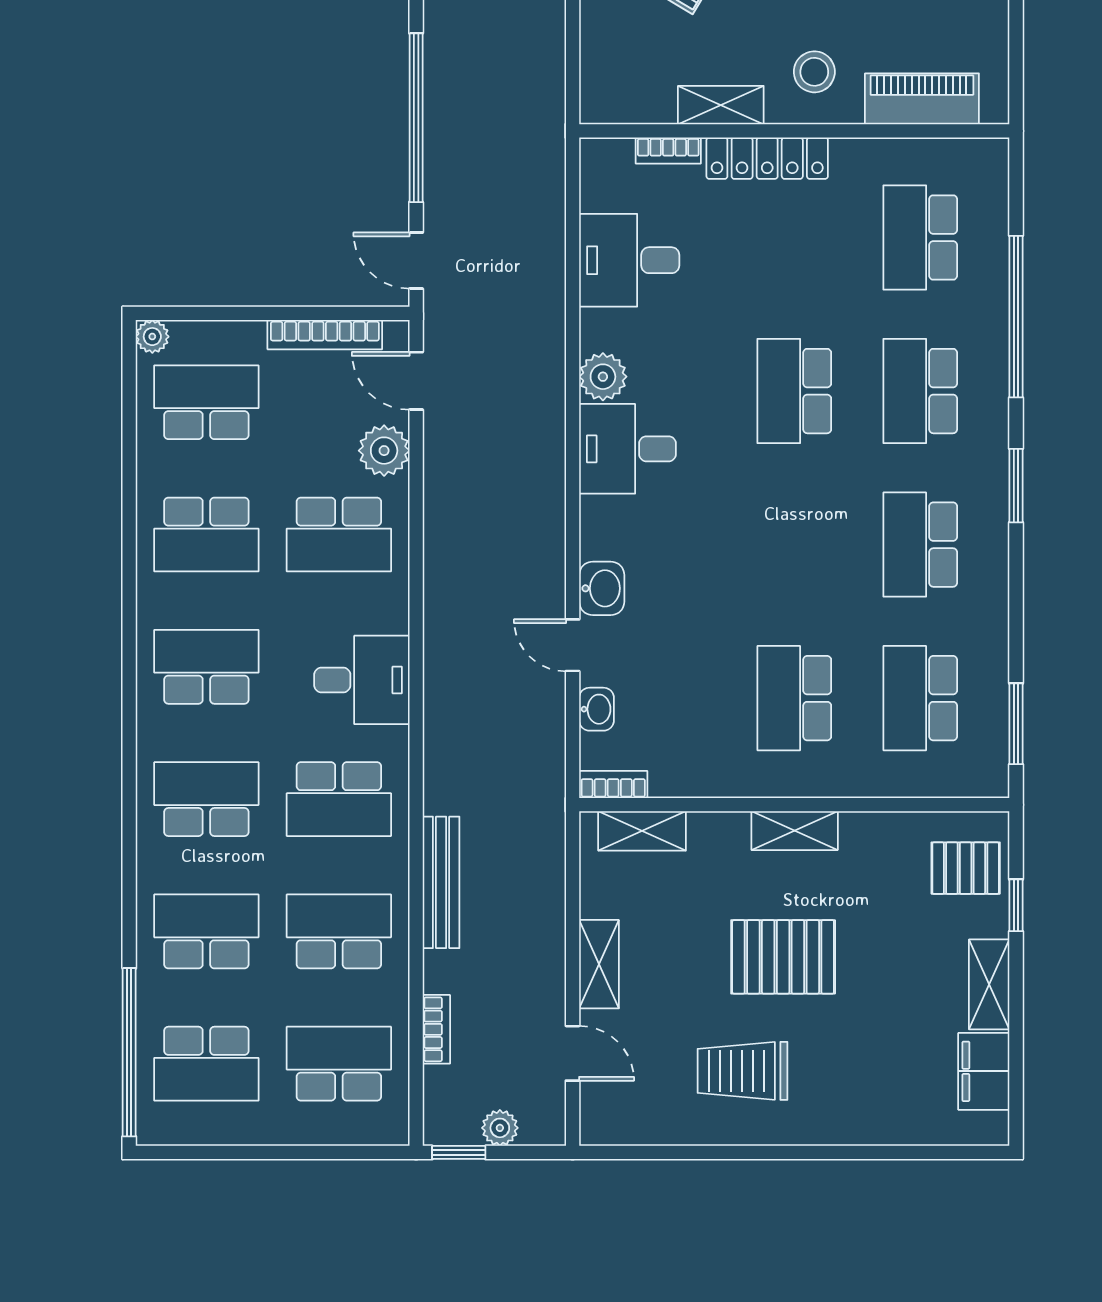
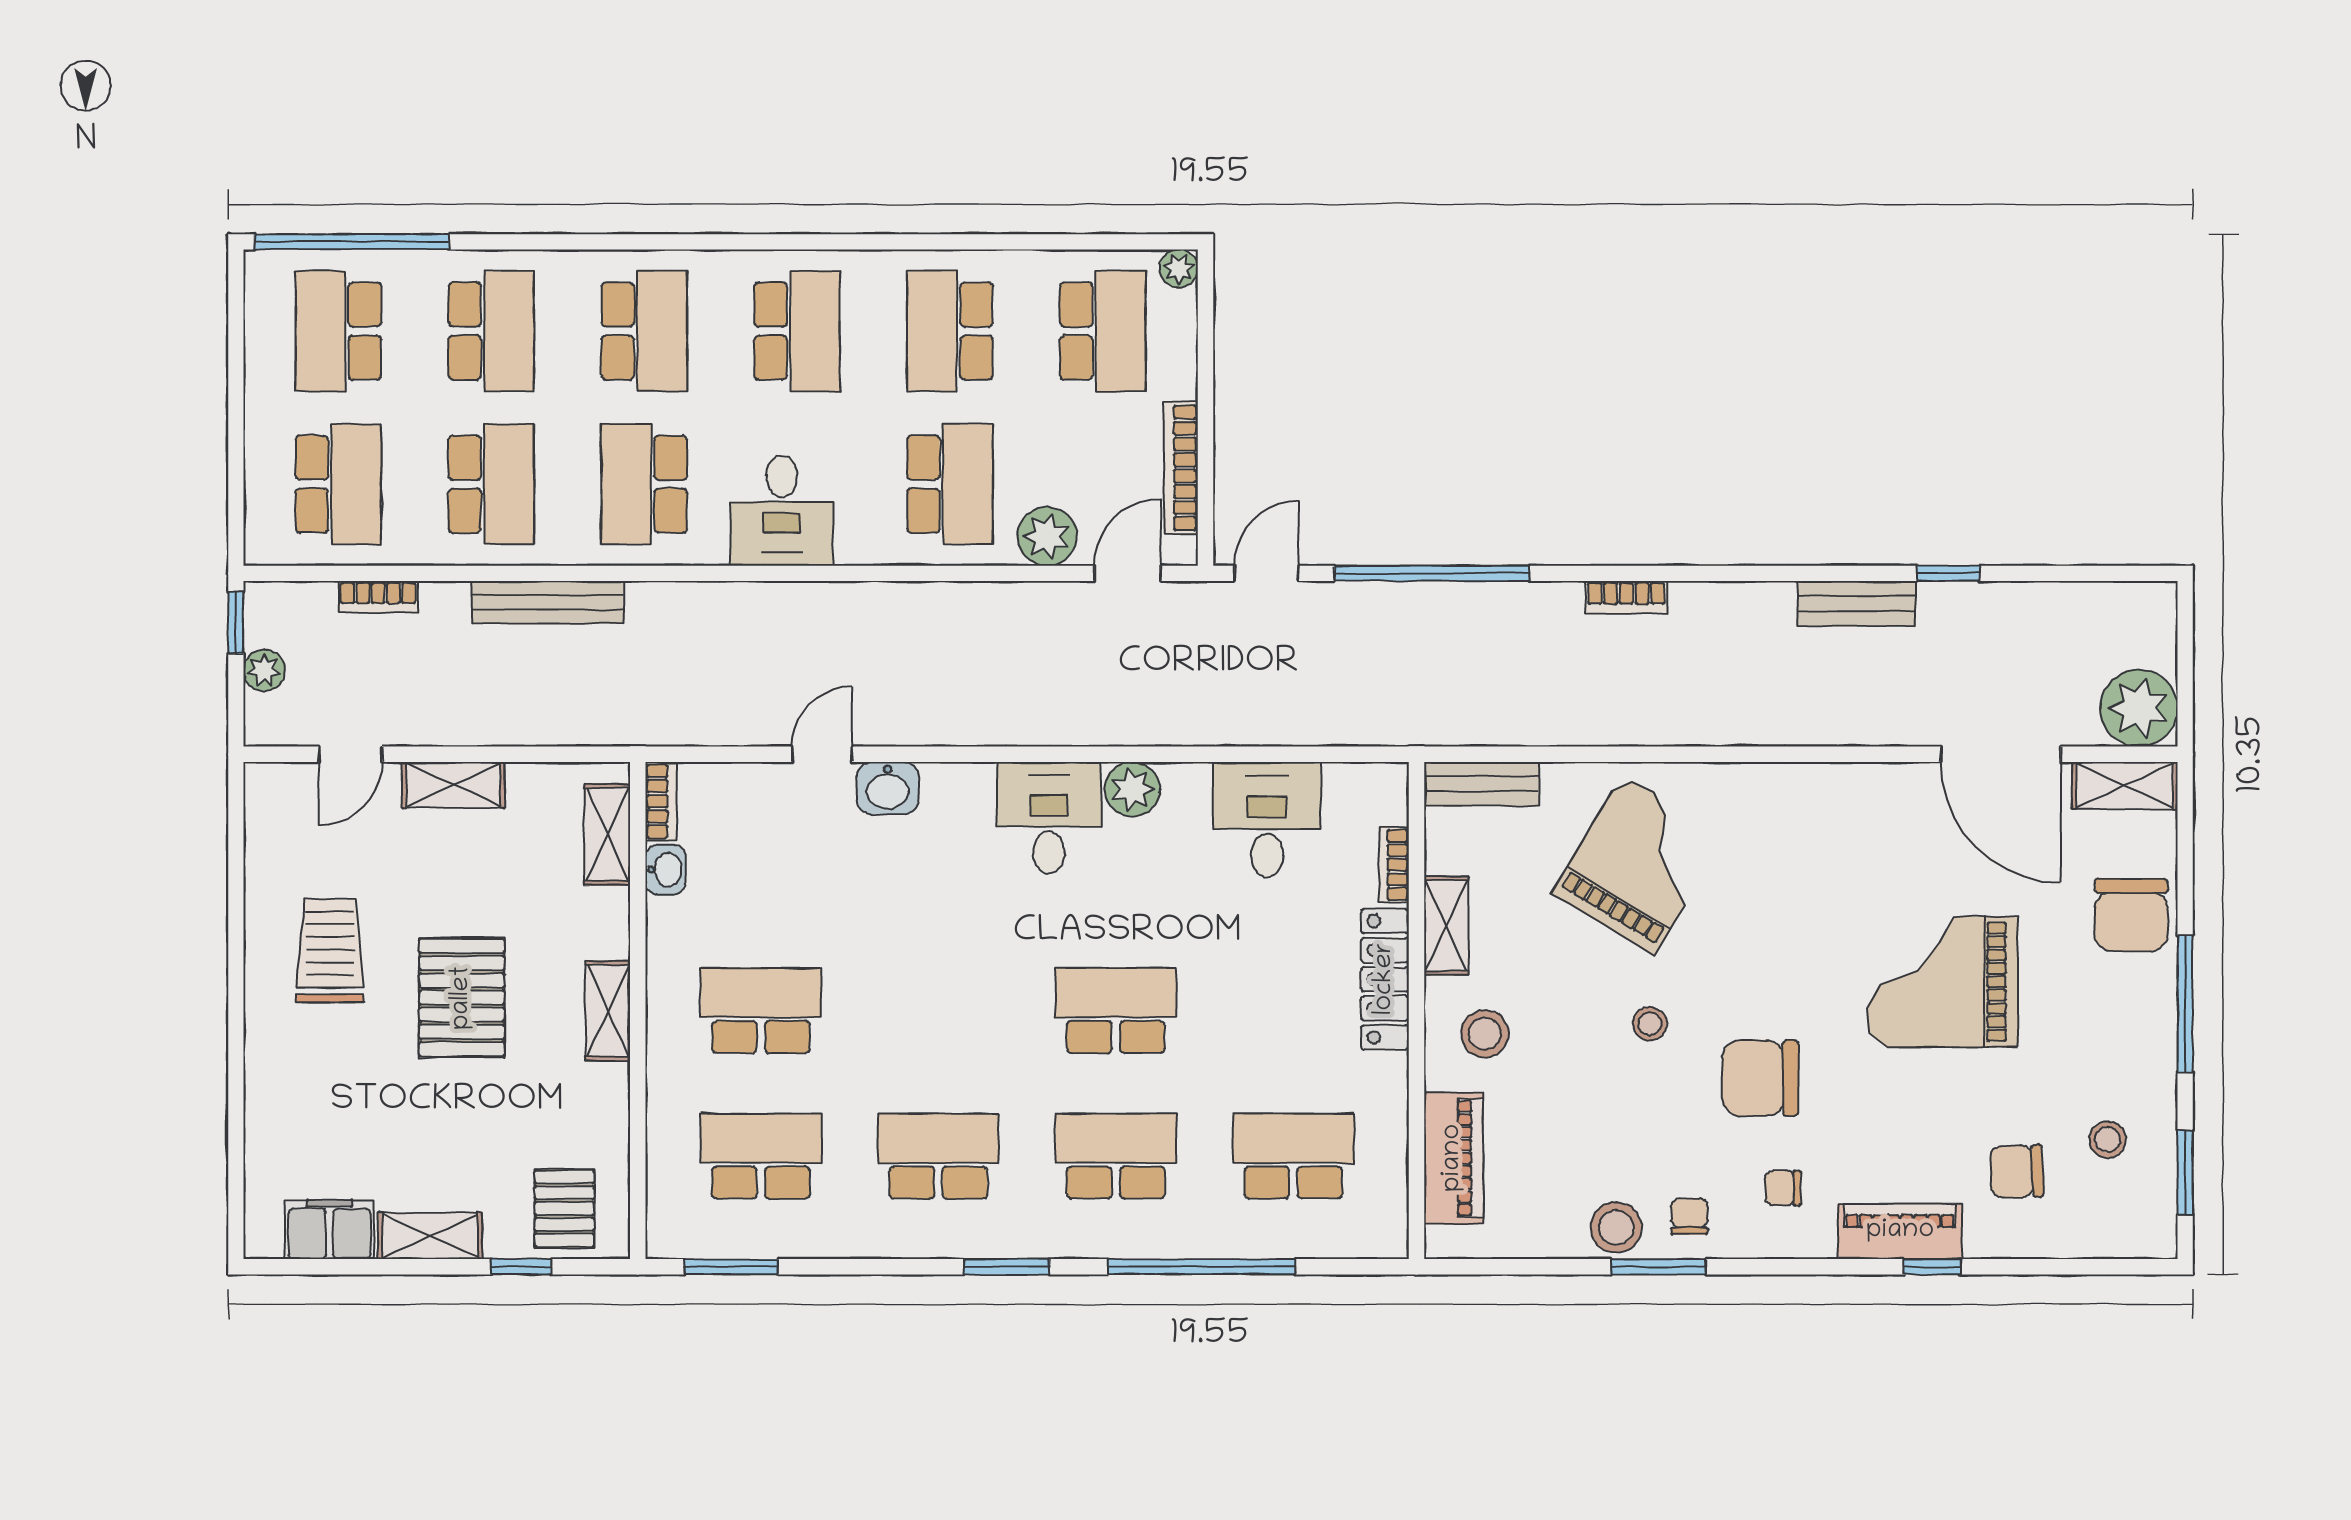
bench: (598, 75) -> (1482, 784), added
school desk: (339, 535) -> (950, 484), turned 180
washbasin: (597, 709) -> (665, 870), moved, turned -90

